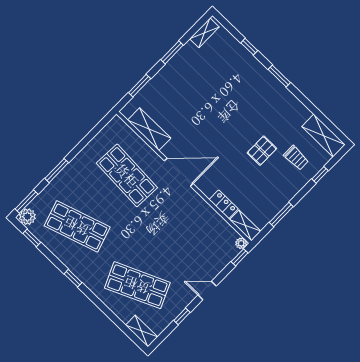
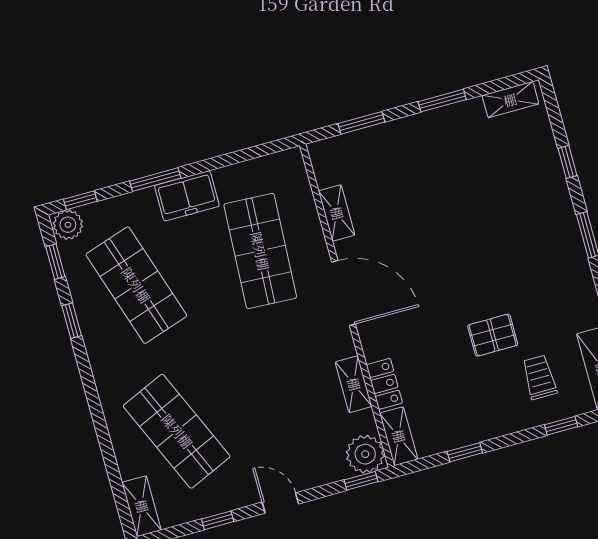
shelving: (149, 129) -> (337, 213), width x0.67, depth x0.75
trolley: (296, 158) -> (539, 377), turned 180
freezer: (76, 170) -> (187, 196), added
window: (26, 201) -> (80, 200), width x0.67
shelving: (209, 213) -> (354, 384), added
window: (281, 215) -> (465, 452), width x0.67
plant: (241, 243) -> (365, 454), width x1.88, depth x1.88
window: (73, 278) -> (72, 321), moved

